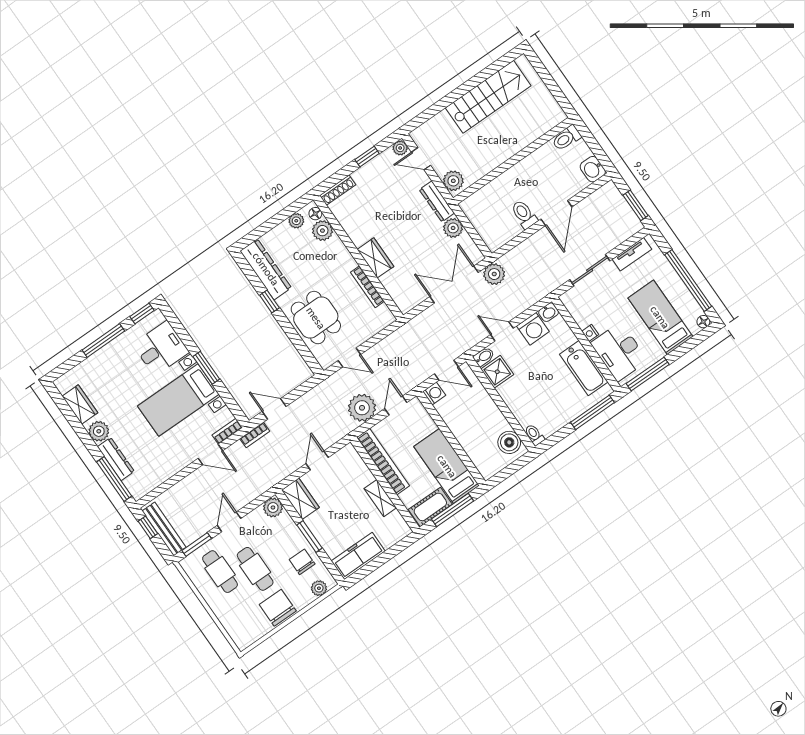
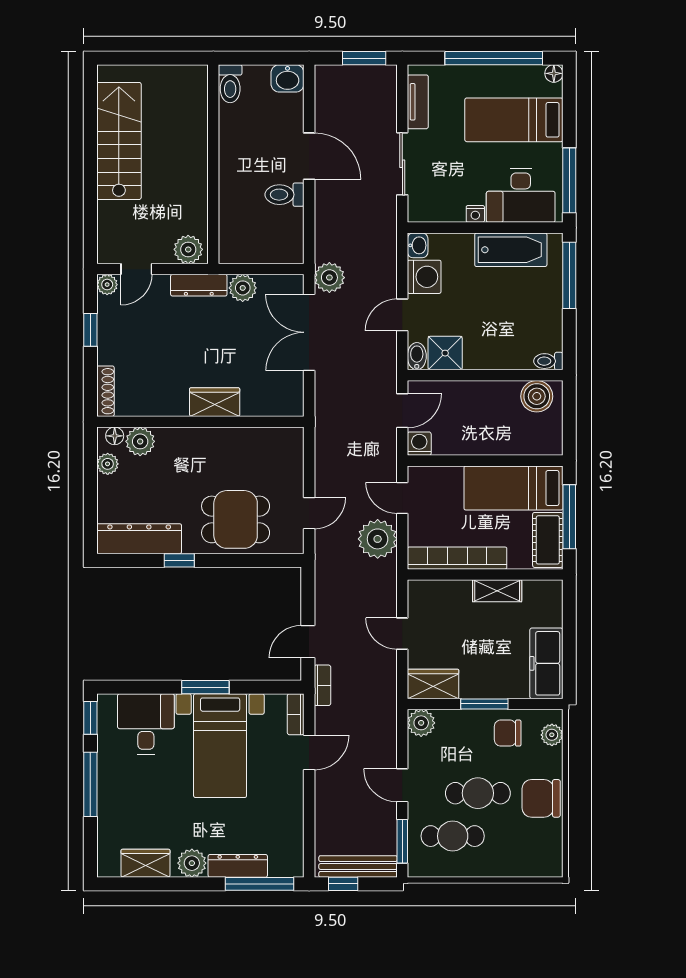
bookcase: (367, 287) -> (242, 435), removed

